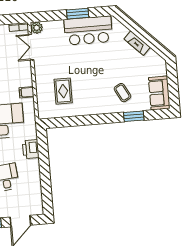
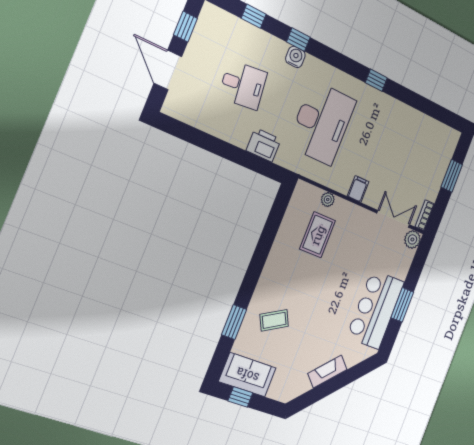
rug: (63, 91) -> (318, 235), turned 90
window: (173, 91) -> (240, 397), added
filing cabinet: (27, 92) -> (358, 189), moved
plant: (41, 95) -> (328, 199), added

